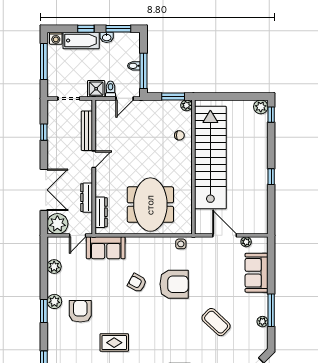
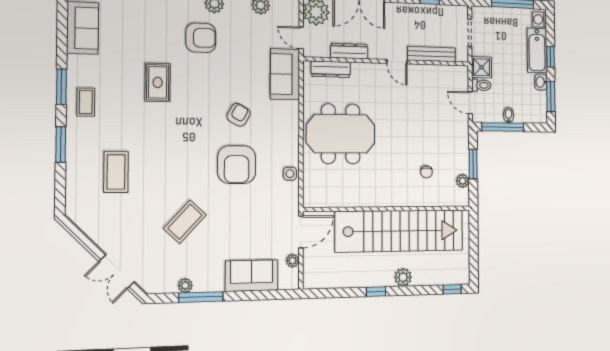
plant: (261, 107) -> (403, 277), moved
stairs: (210, 158) -> (400, 231), moved
wall: (193, 167) -> (388, 209), moved

